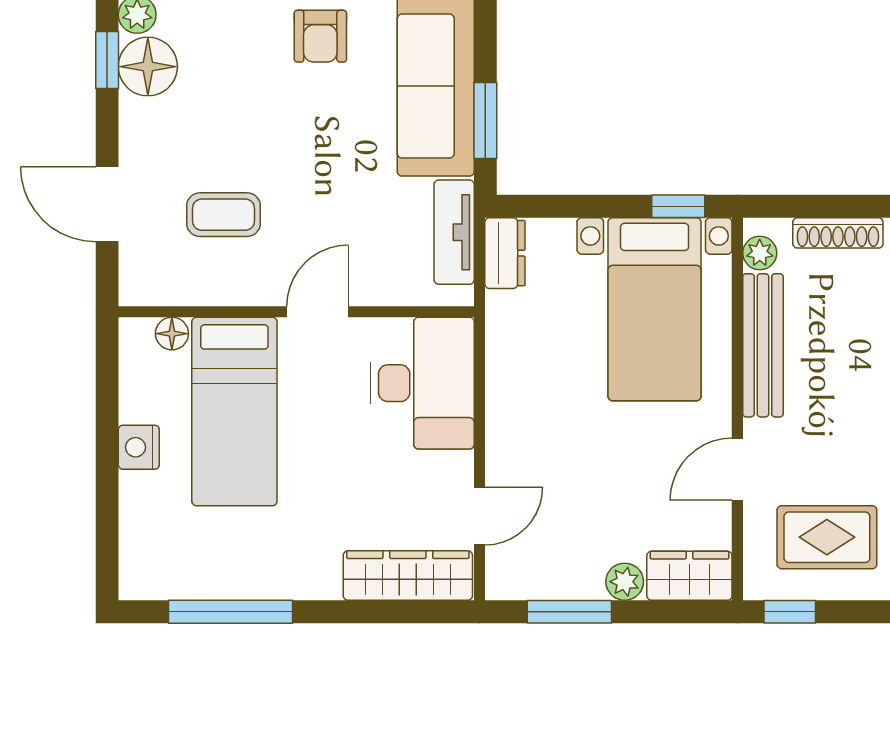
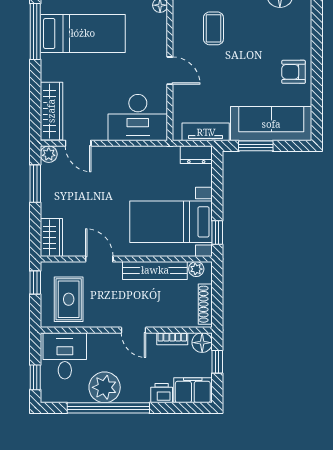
bed: (234, 412) -> (83, 33), moved, turned 180
plant: (625, 582) -> (49, 154), moved

